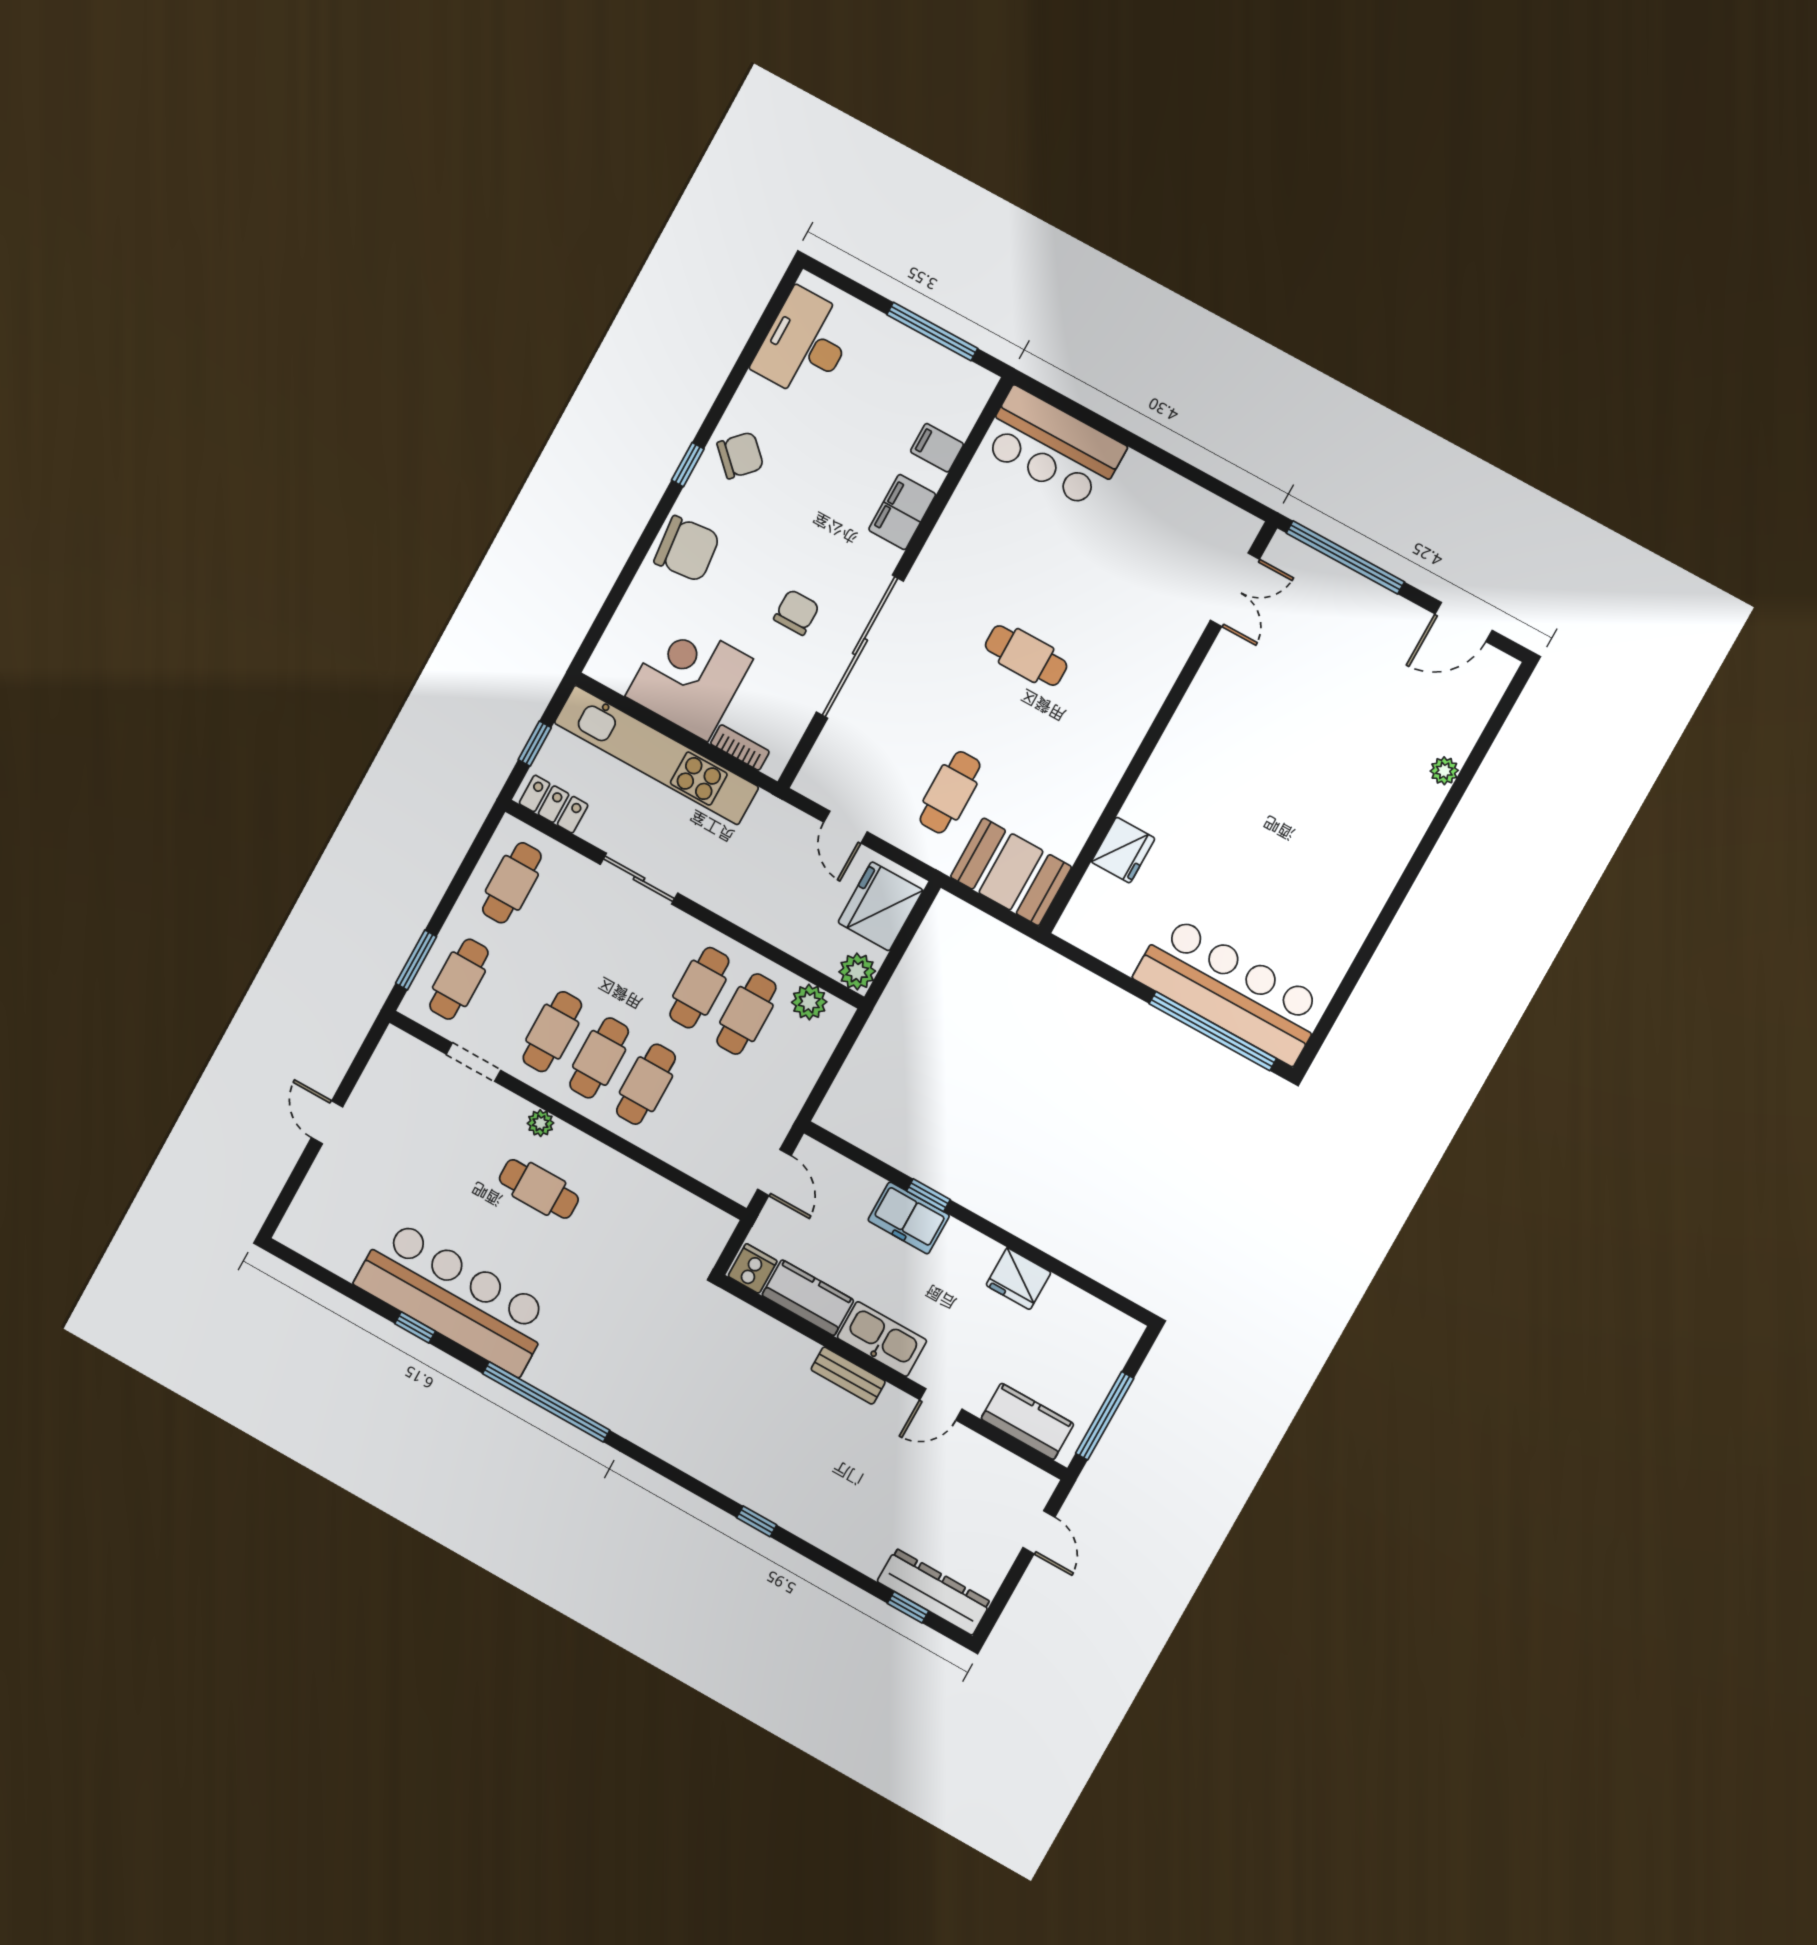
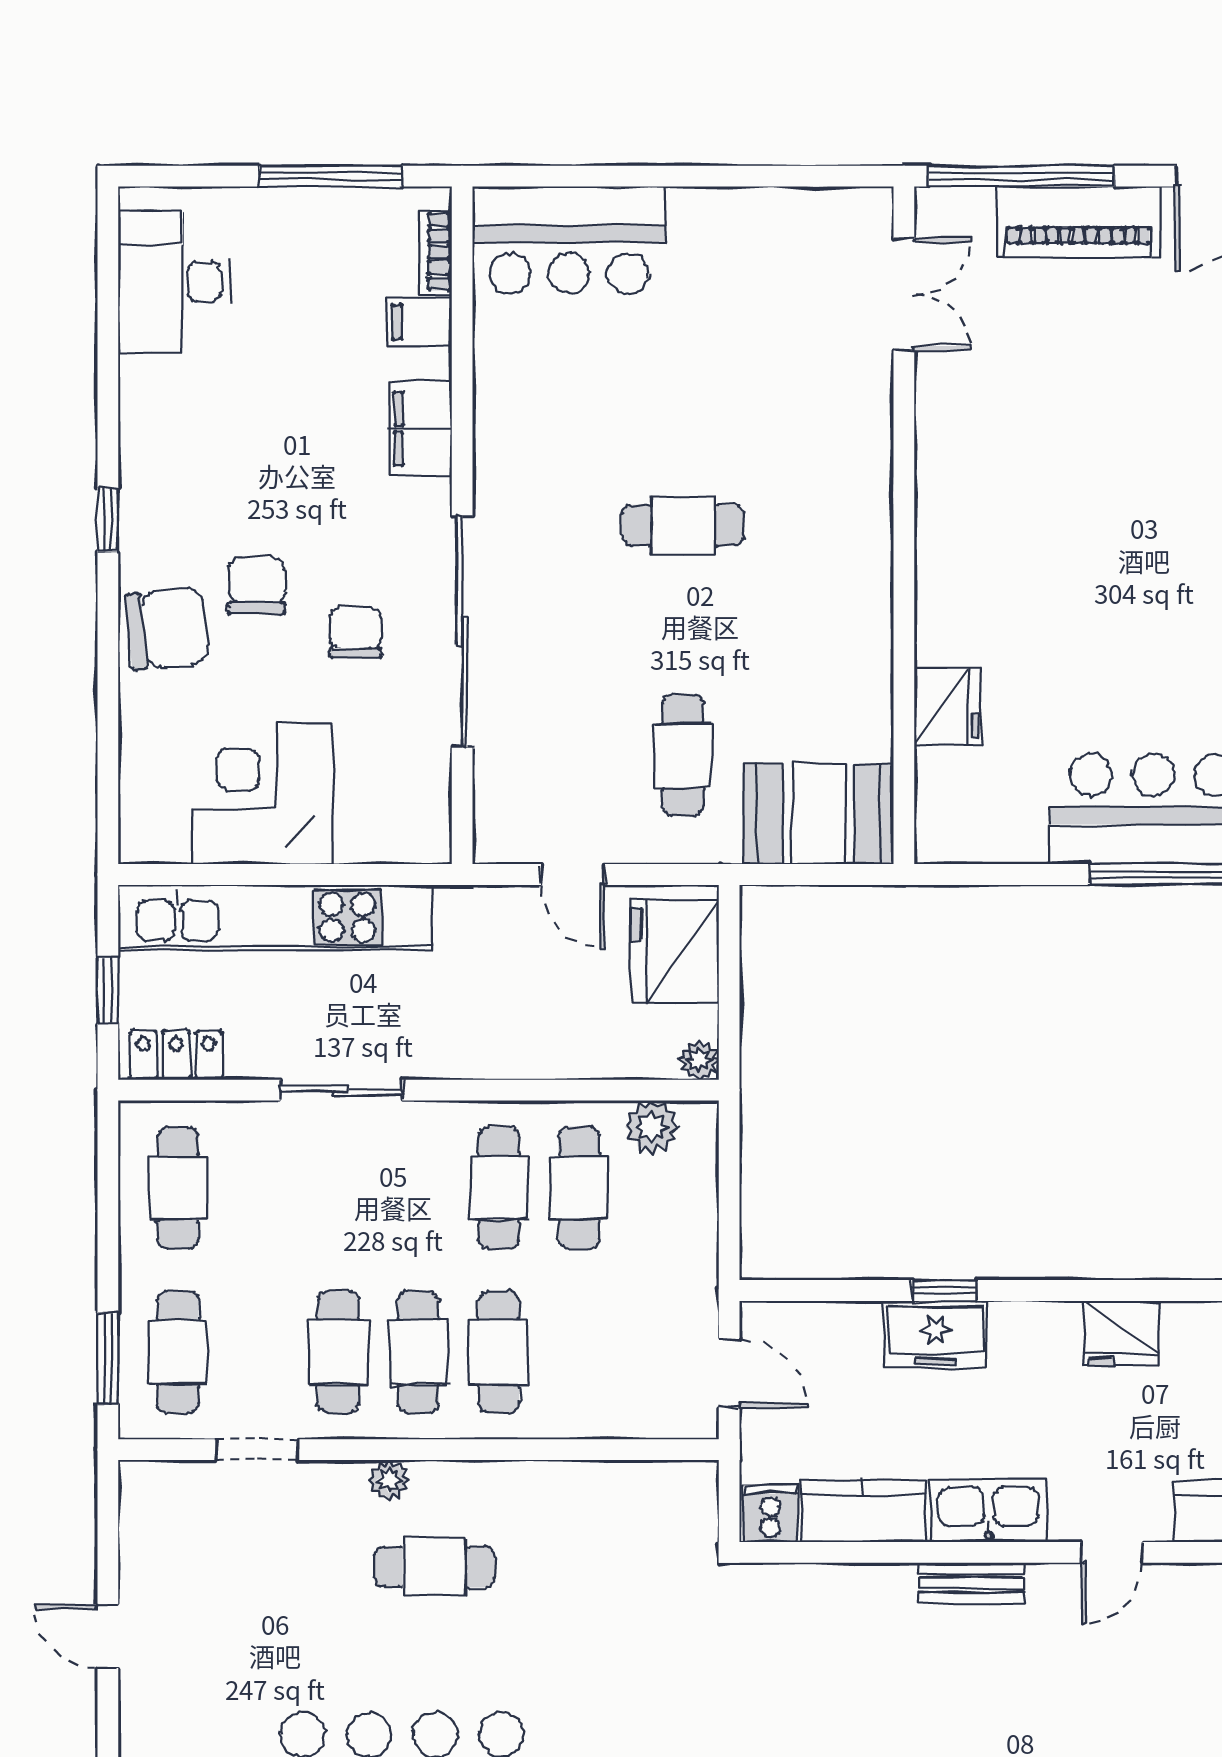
chair: (740, 455) -> (256, 586), moved, turned -44
piano: (1364, 604) -> (1078, 222), added
bookcase: (740, 748) -> (435, 252), moved, turned -90
plant: (857, 971) -> (699, 1060), width x0.73, depth x0.73

